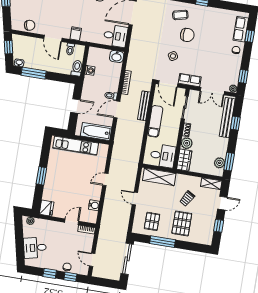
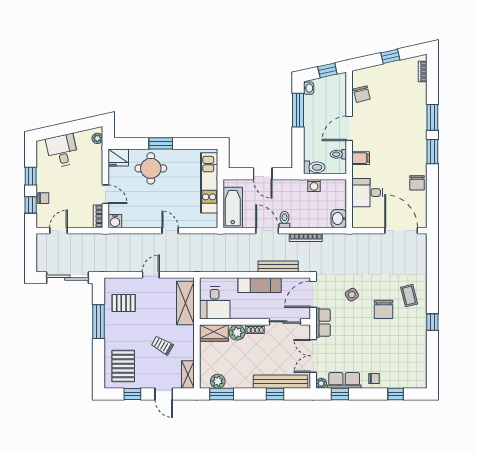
row of seats: (241, 29) -> (344, 380), moved
desk: (115, 36) -> (367, 193), moved, turned 90
round table: (58, 186) -> (151, 168), added
water cooler: (94, 205) -> (115, 221), moved
pallet: (182, 223) -> (123, 366), moved, turned 90

